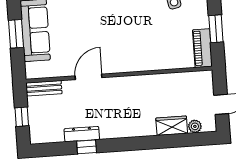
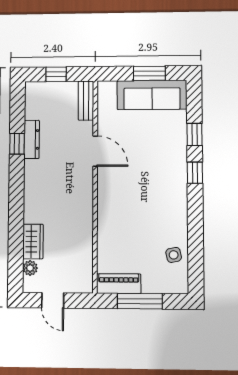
window: (216, 29) -> (140, 301), width x1.44

